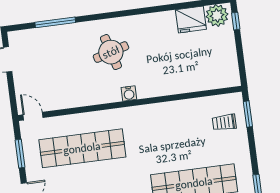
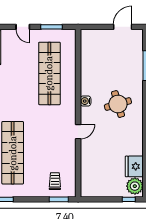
water cooler: (129, 93) -> (86, 101), moved
door: (33, 116) -> (78, 132), moved

